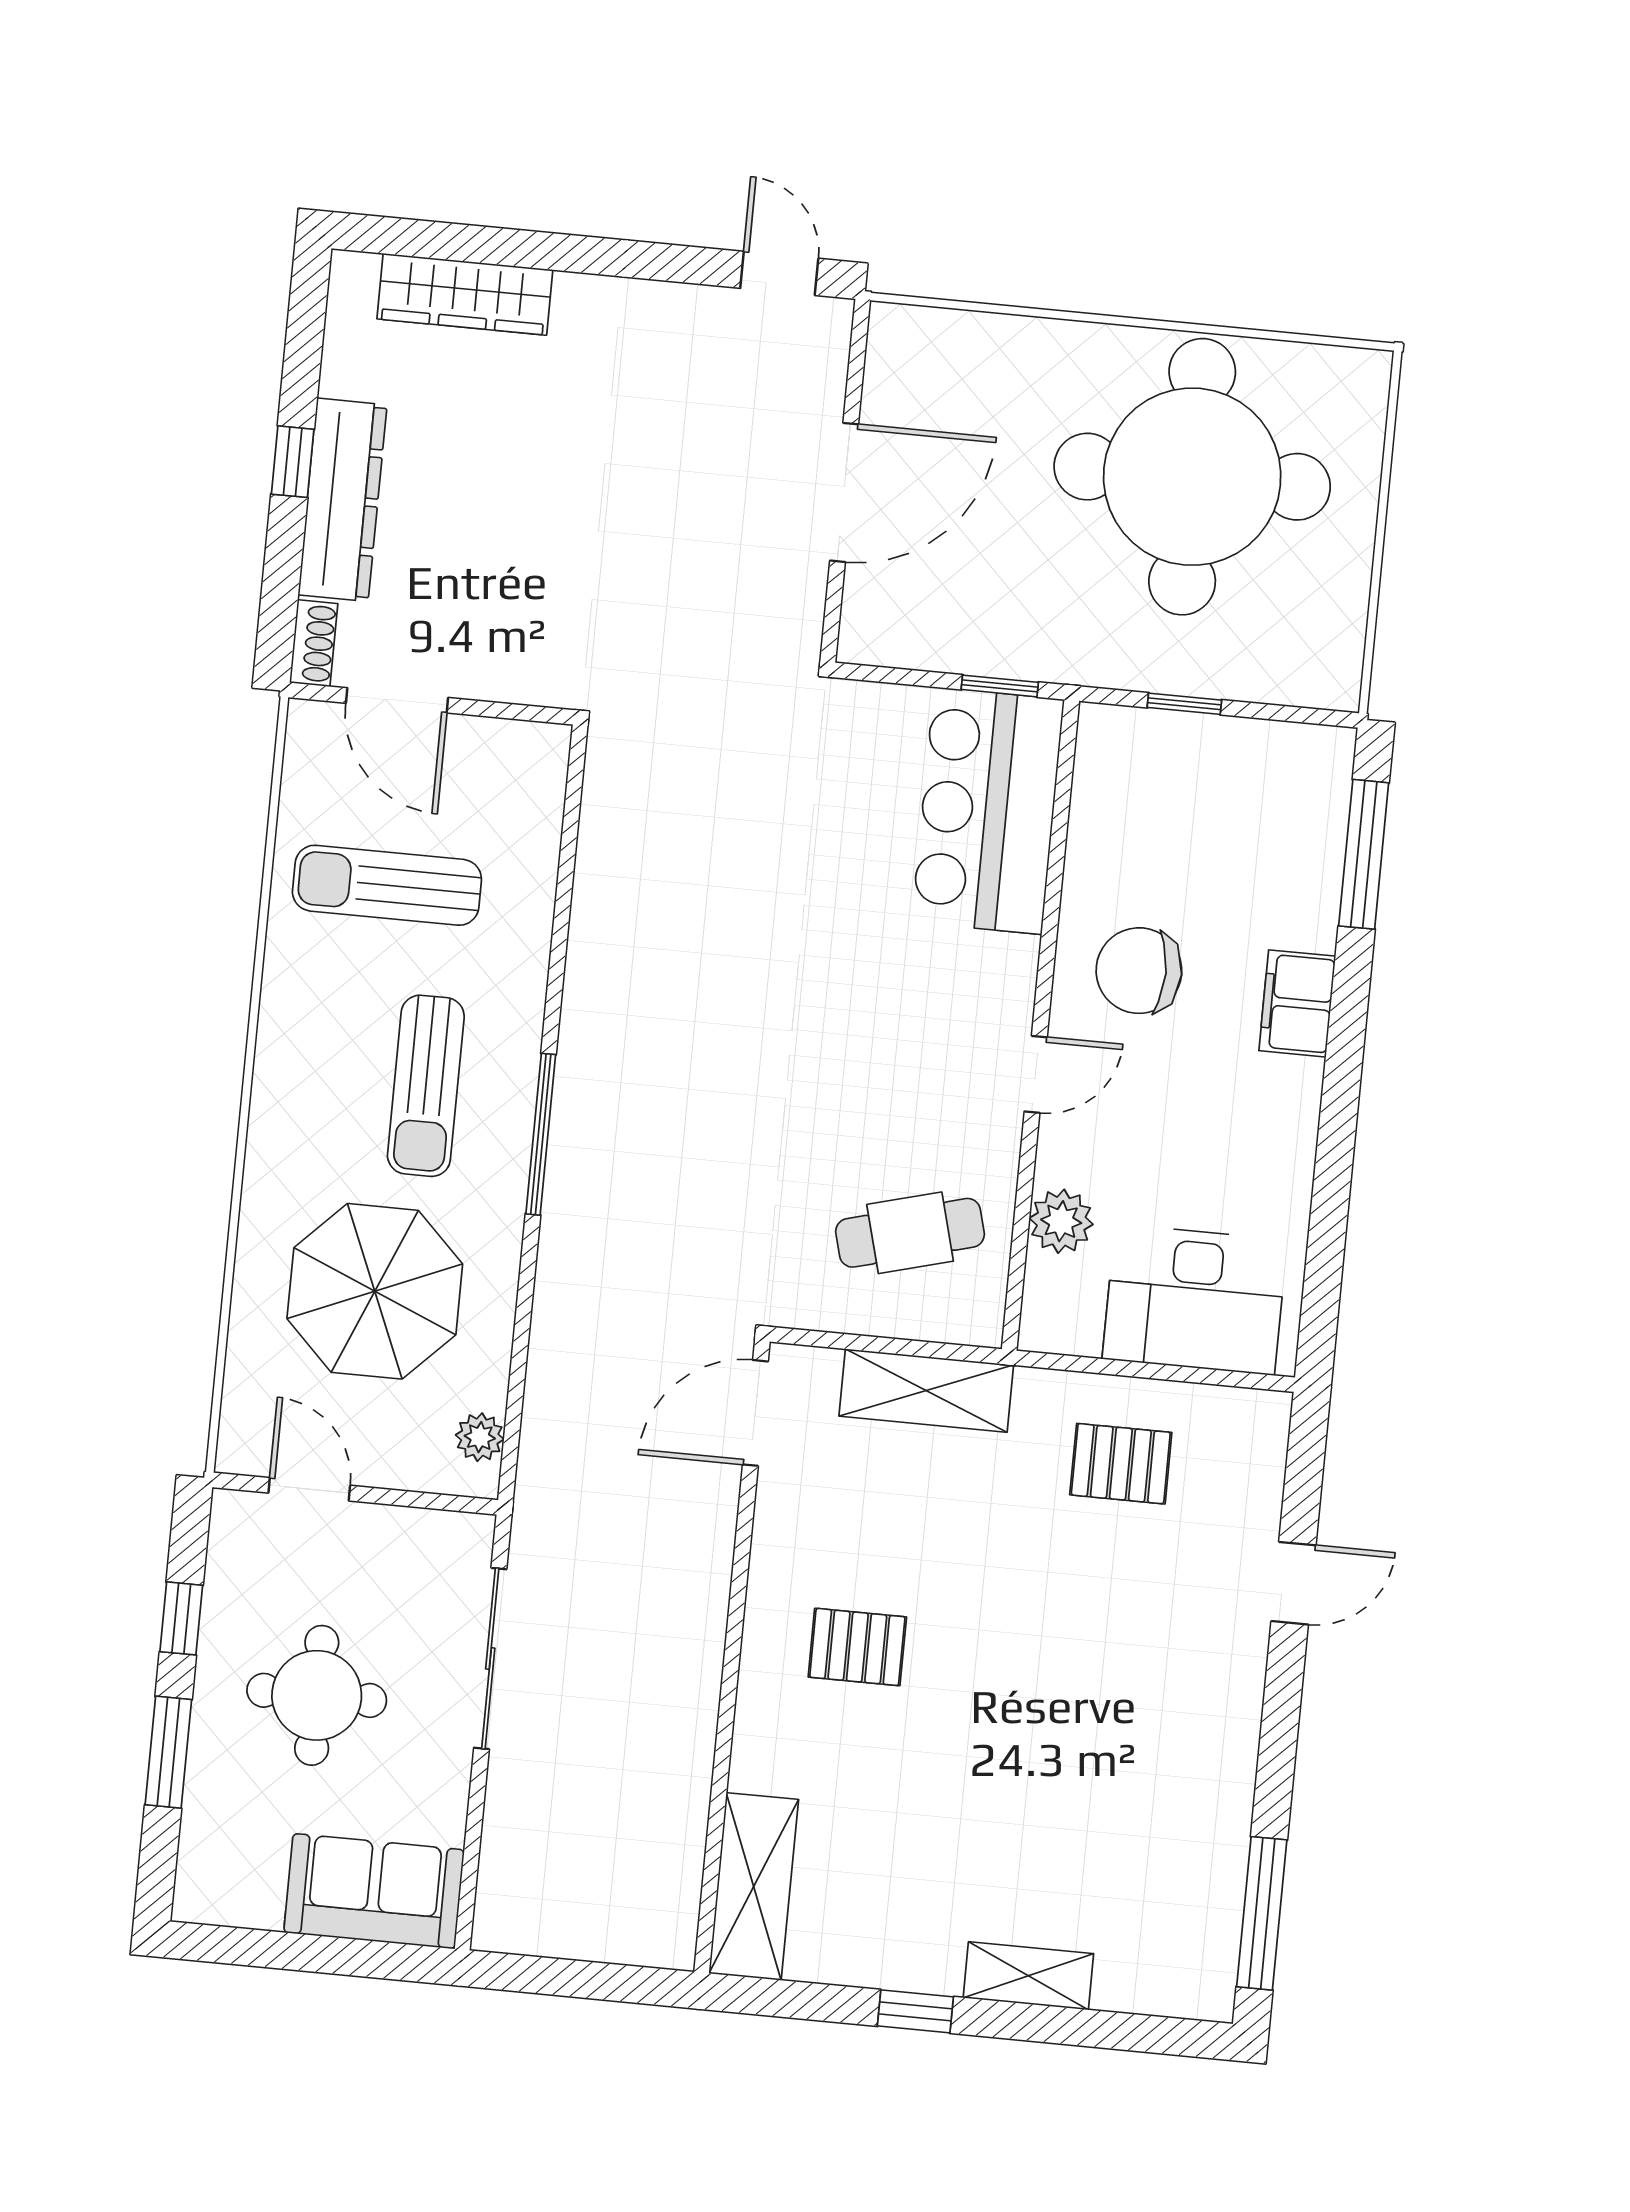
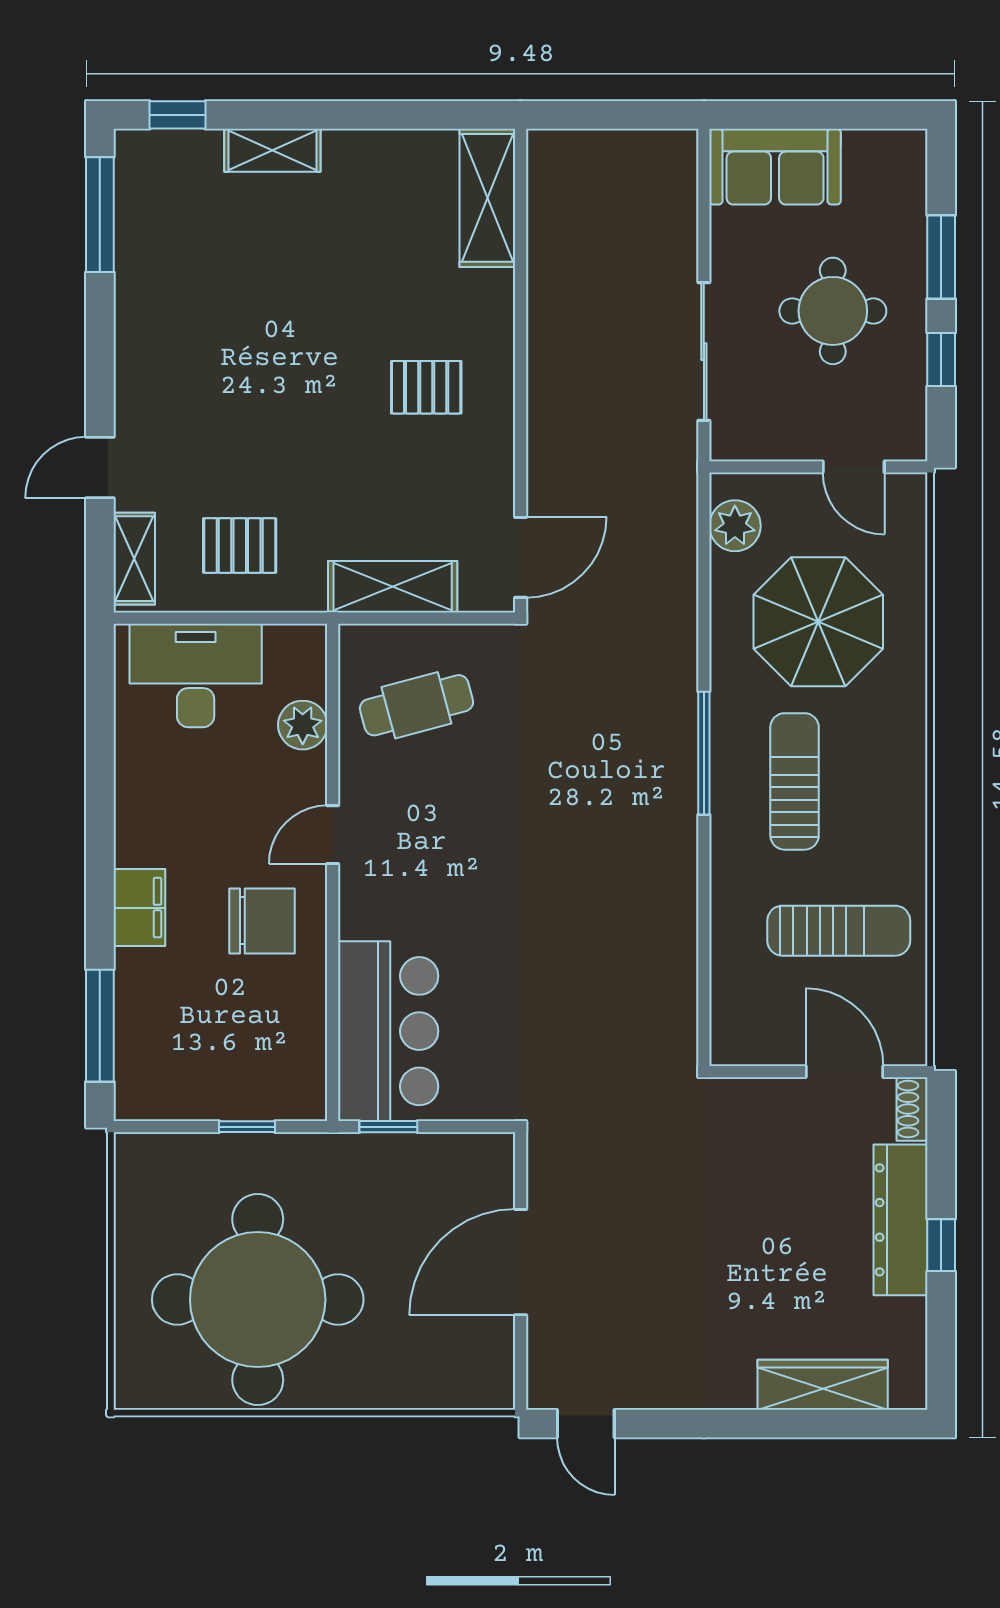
plant: (480, 1437) -> (735, 526), width x1.38, depth x1.38
shelving: (1260, 1460) -> (134, 559), added
window: (915, 2011) -> (177, 115), moved

